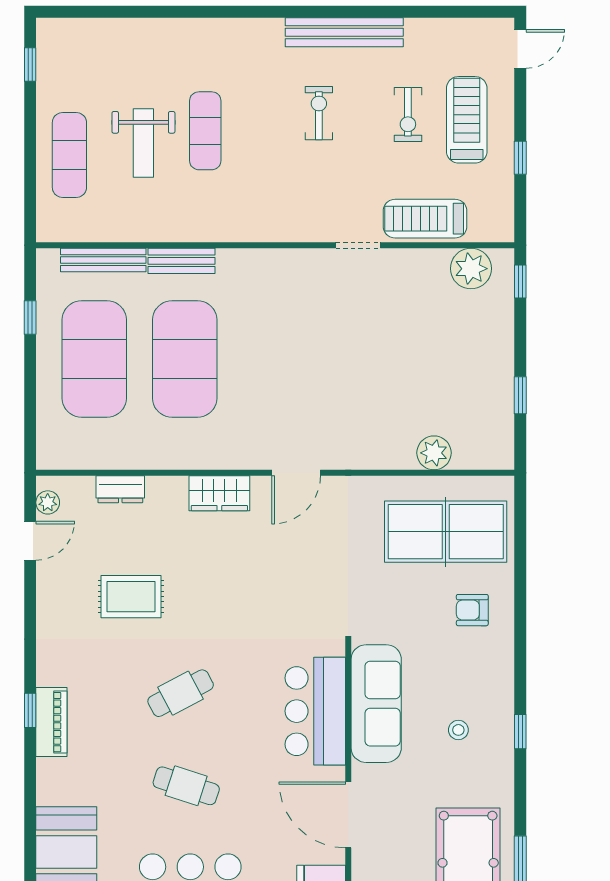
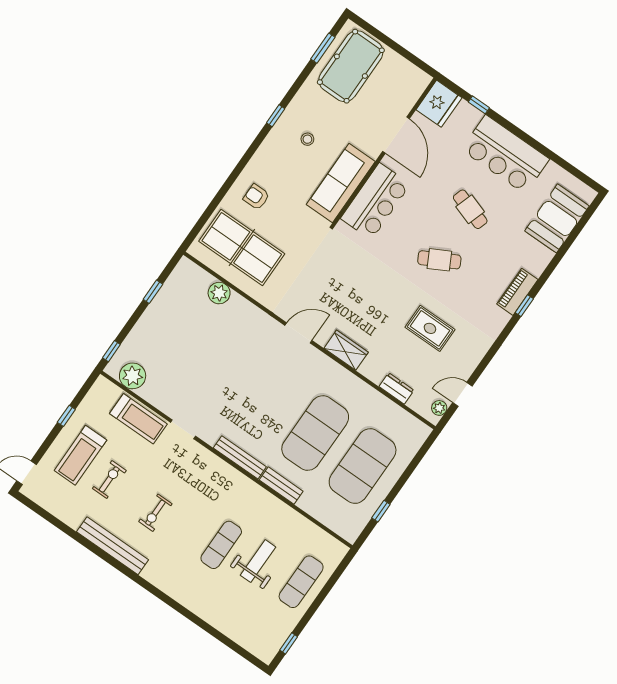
bench: (103, 260) -> (240, 457), moved
armchair: (472, 610) -> (256, 197), turned 180

